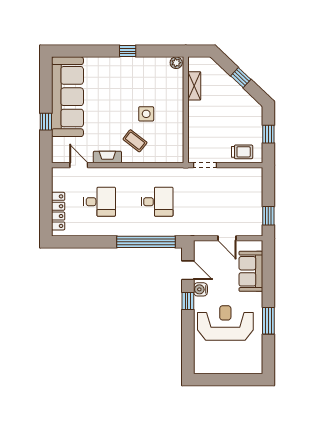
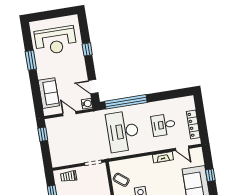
coffee table: (135, 141) -> (121, 180), moved
desk: (157, 202) -> (123, 131), width x1.87, depth x1.30
locker: (58, 211) -> (193, 124), moved
water cooler: (200, 289) -> (87, 104), moved
window: (188, 301) -> (87, 49), moved
reception desk: (225, 323) -> (55, 41), moved

